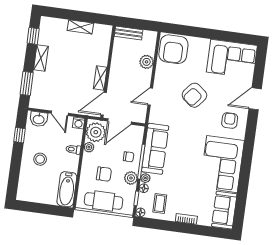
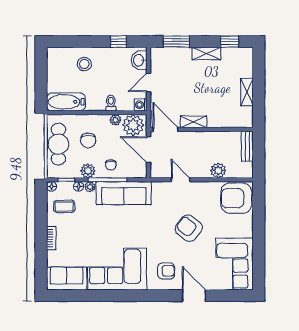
stool: (40, 159) -> (84, 64), moved

